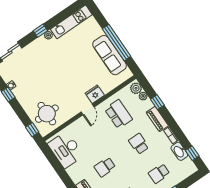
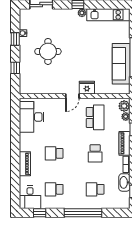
round table: (47, 114) -> (48, 51), moved
window: (32, 130) -> (15, 68), moved
school desk: (139, 144) -> (95, 153), turned 180

